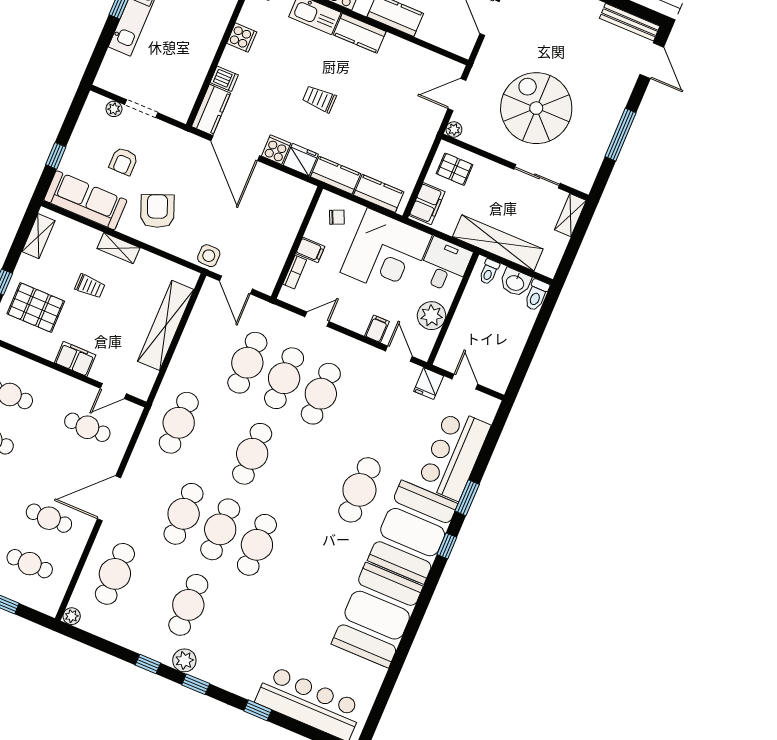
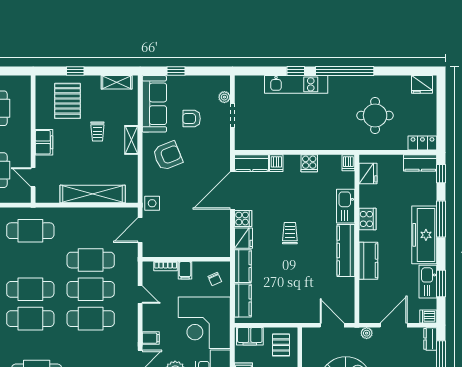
kitchen counter: (360, 33) -> (346, 251), width x1.50
plant: (454, 129) -> (367, 333), moved
cafe table: (289, 469) -> (30, 319), added

